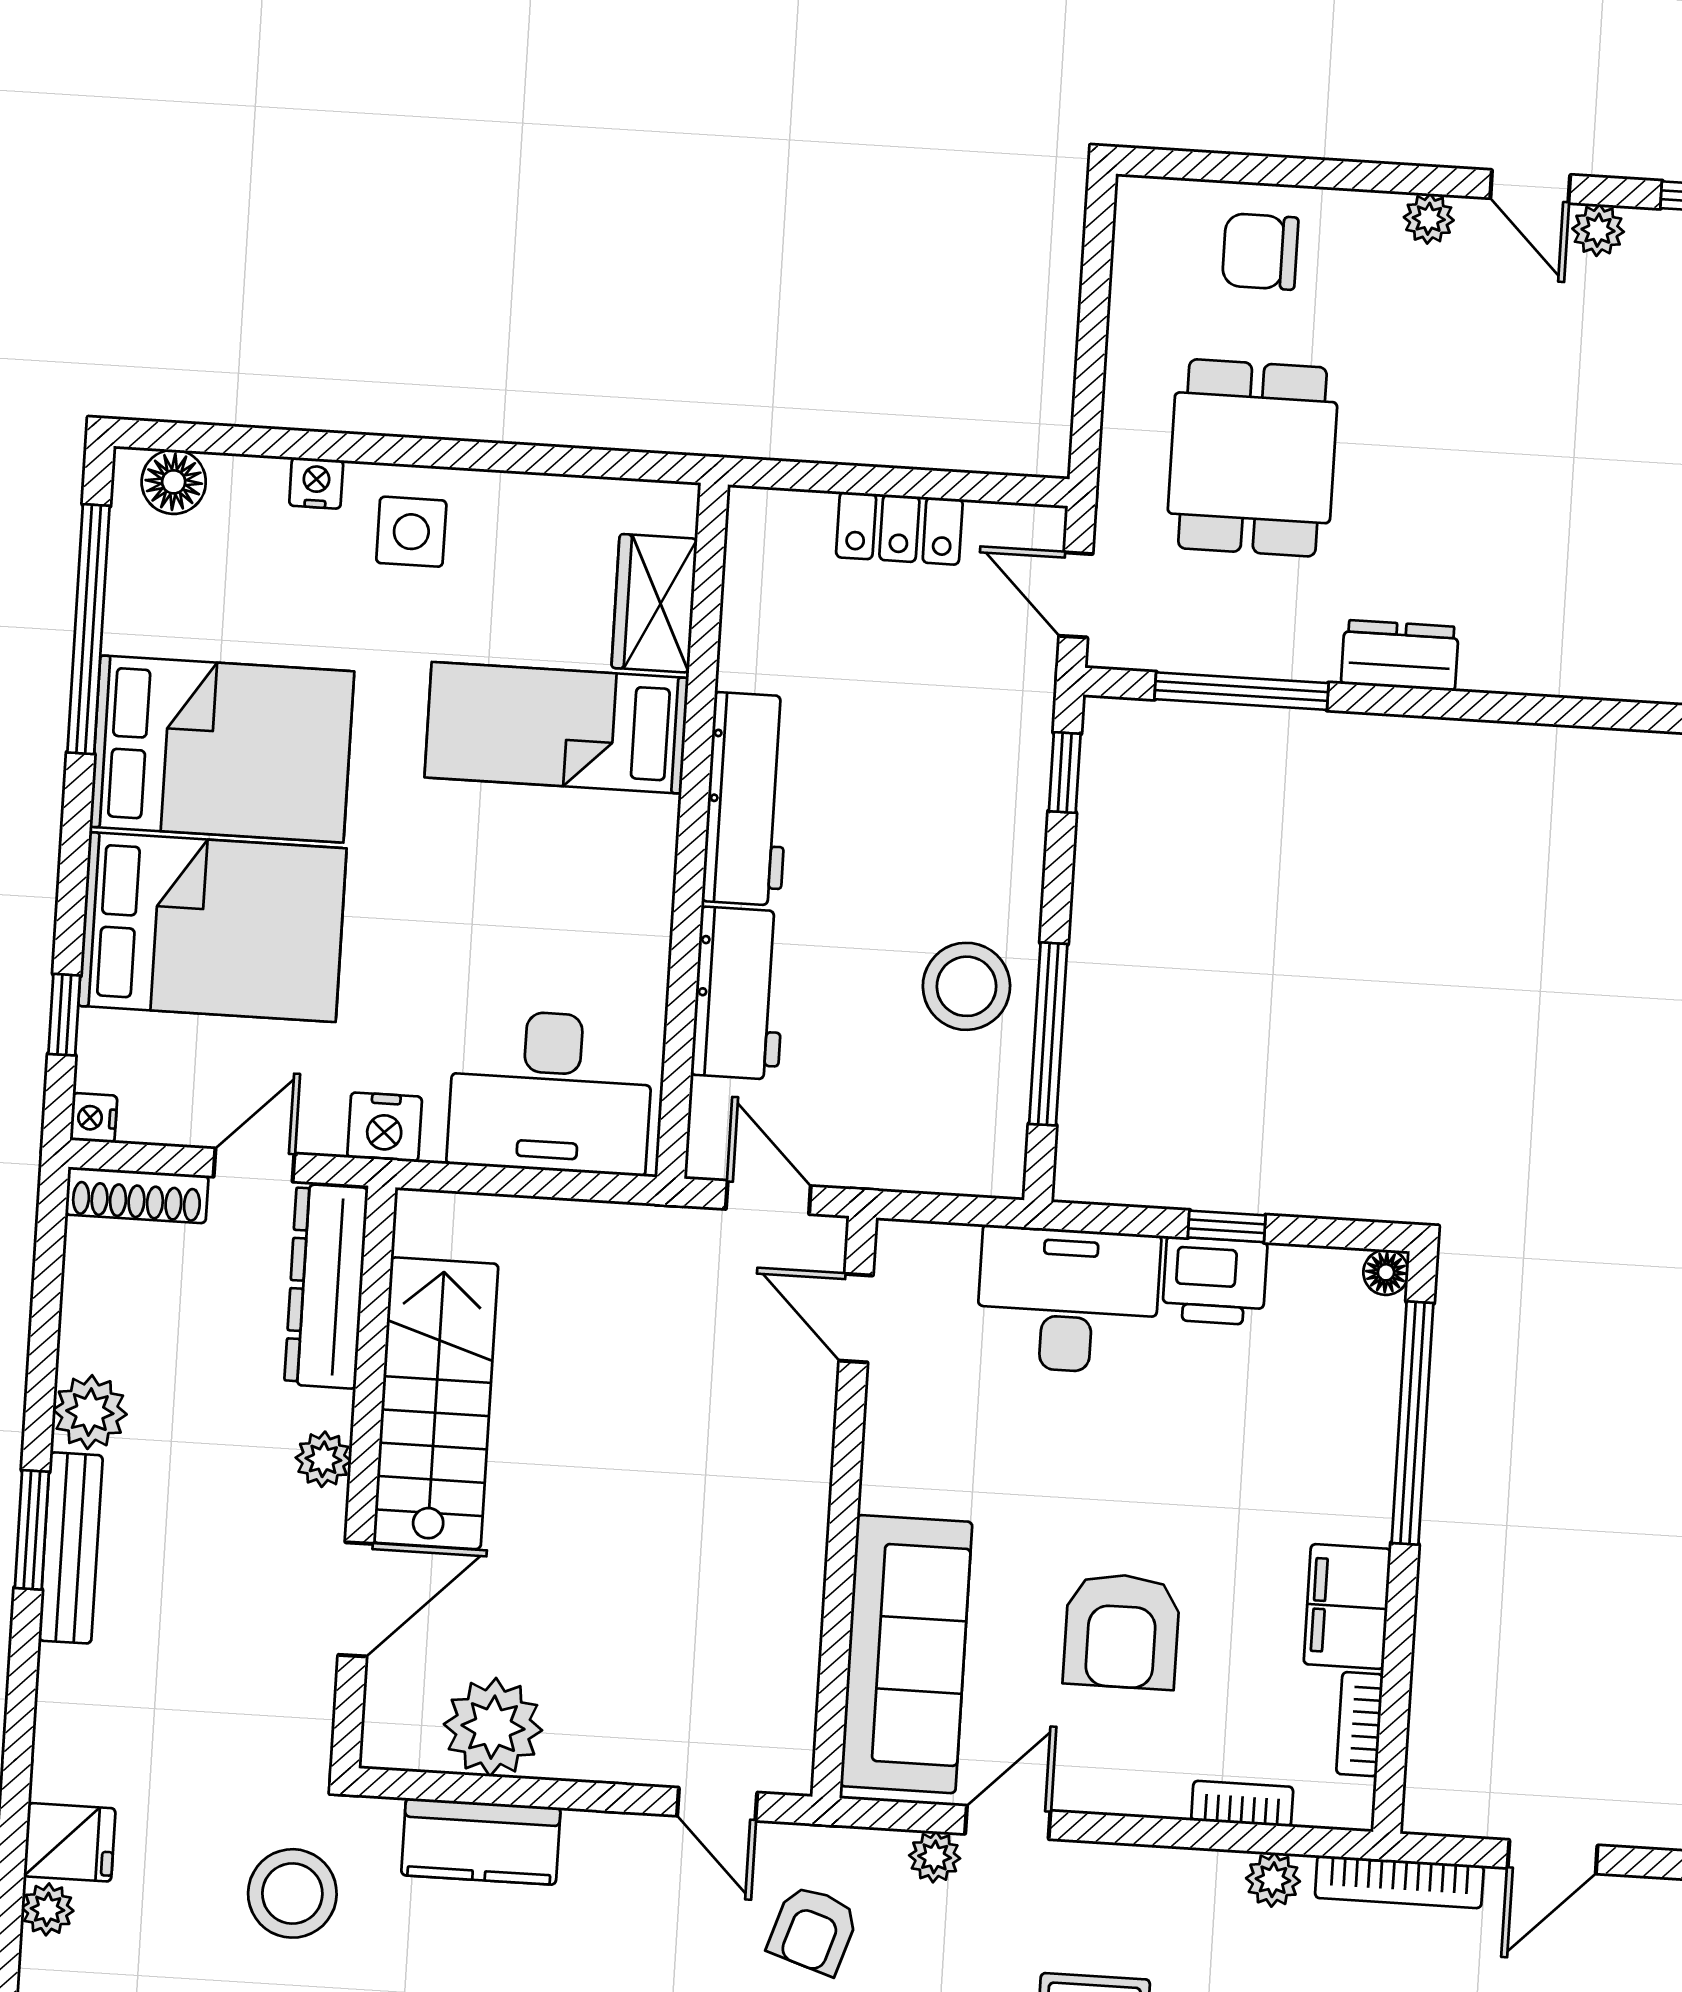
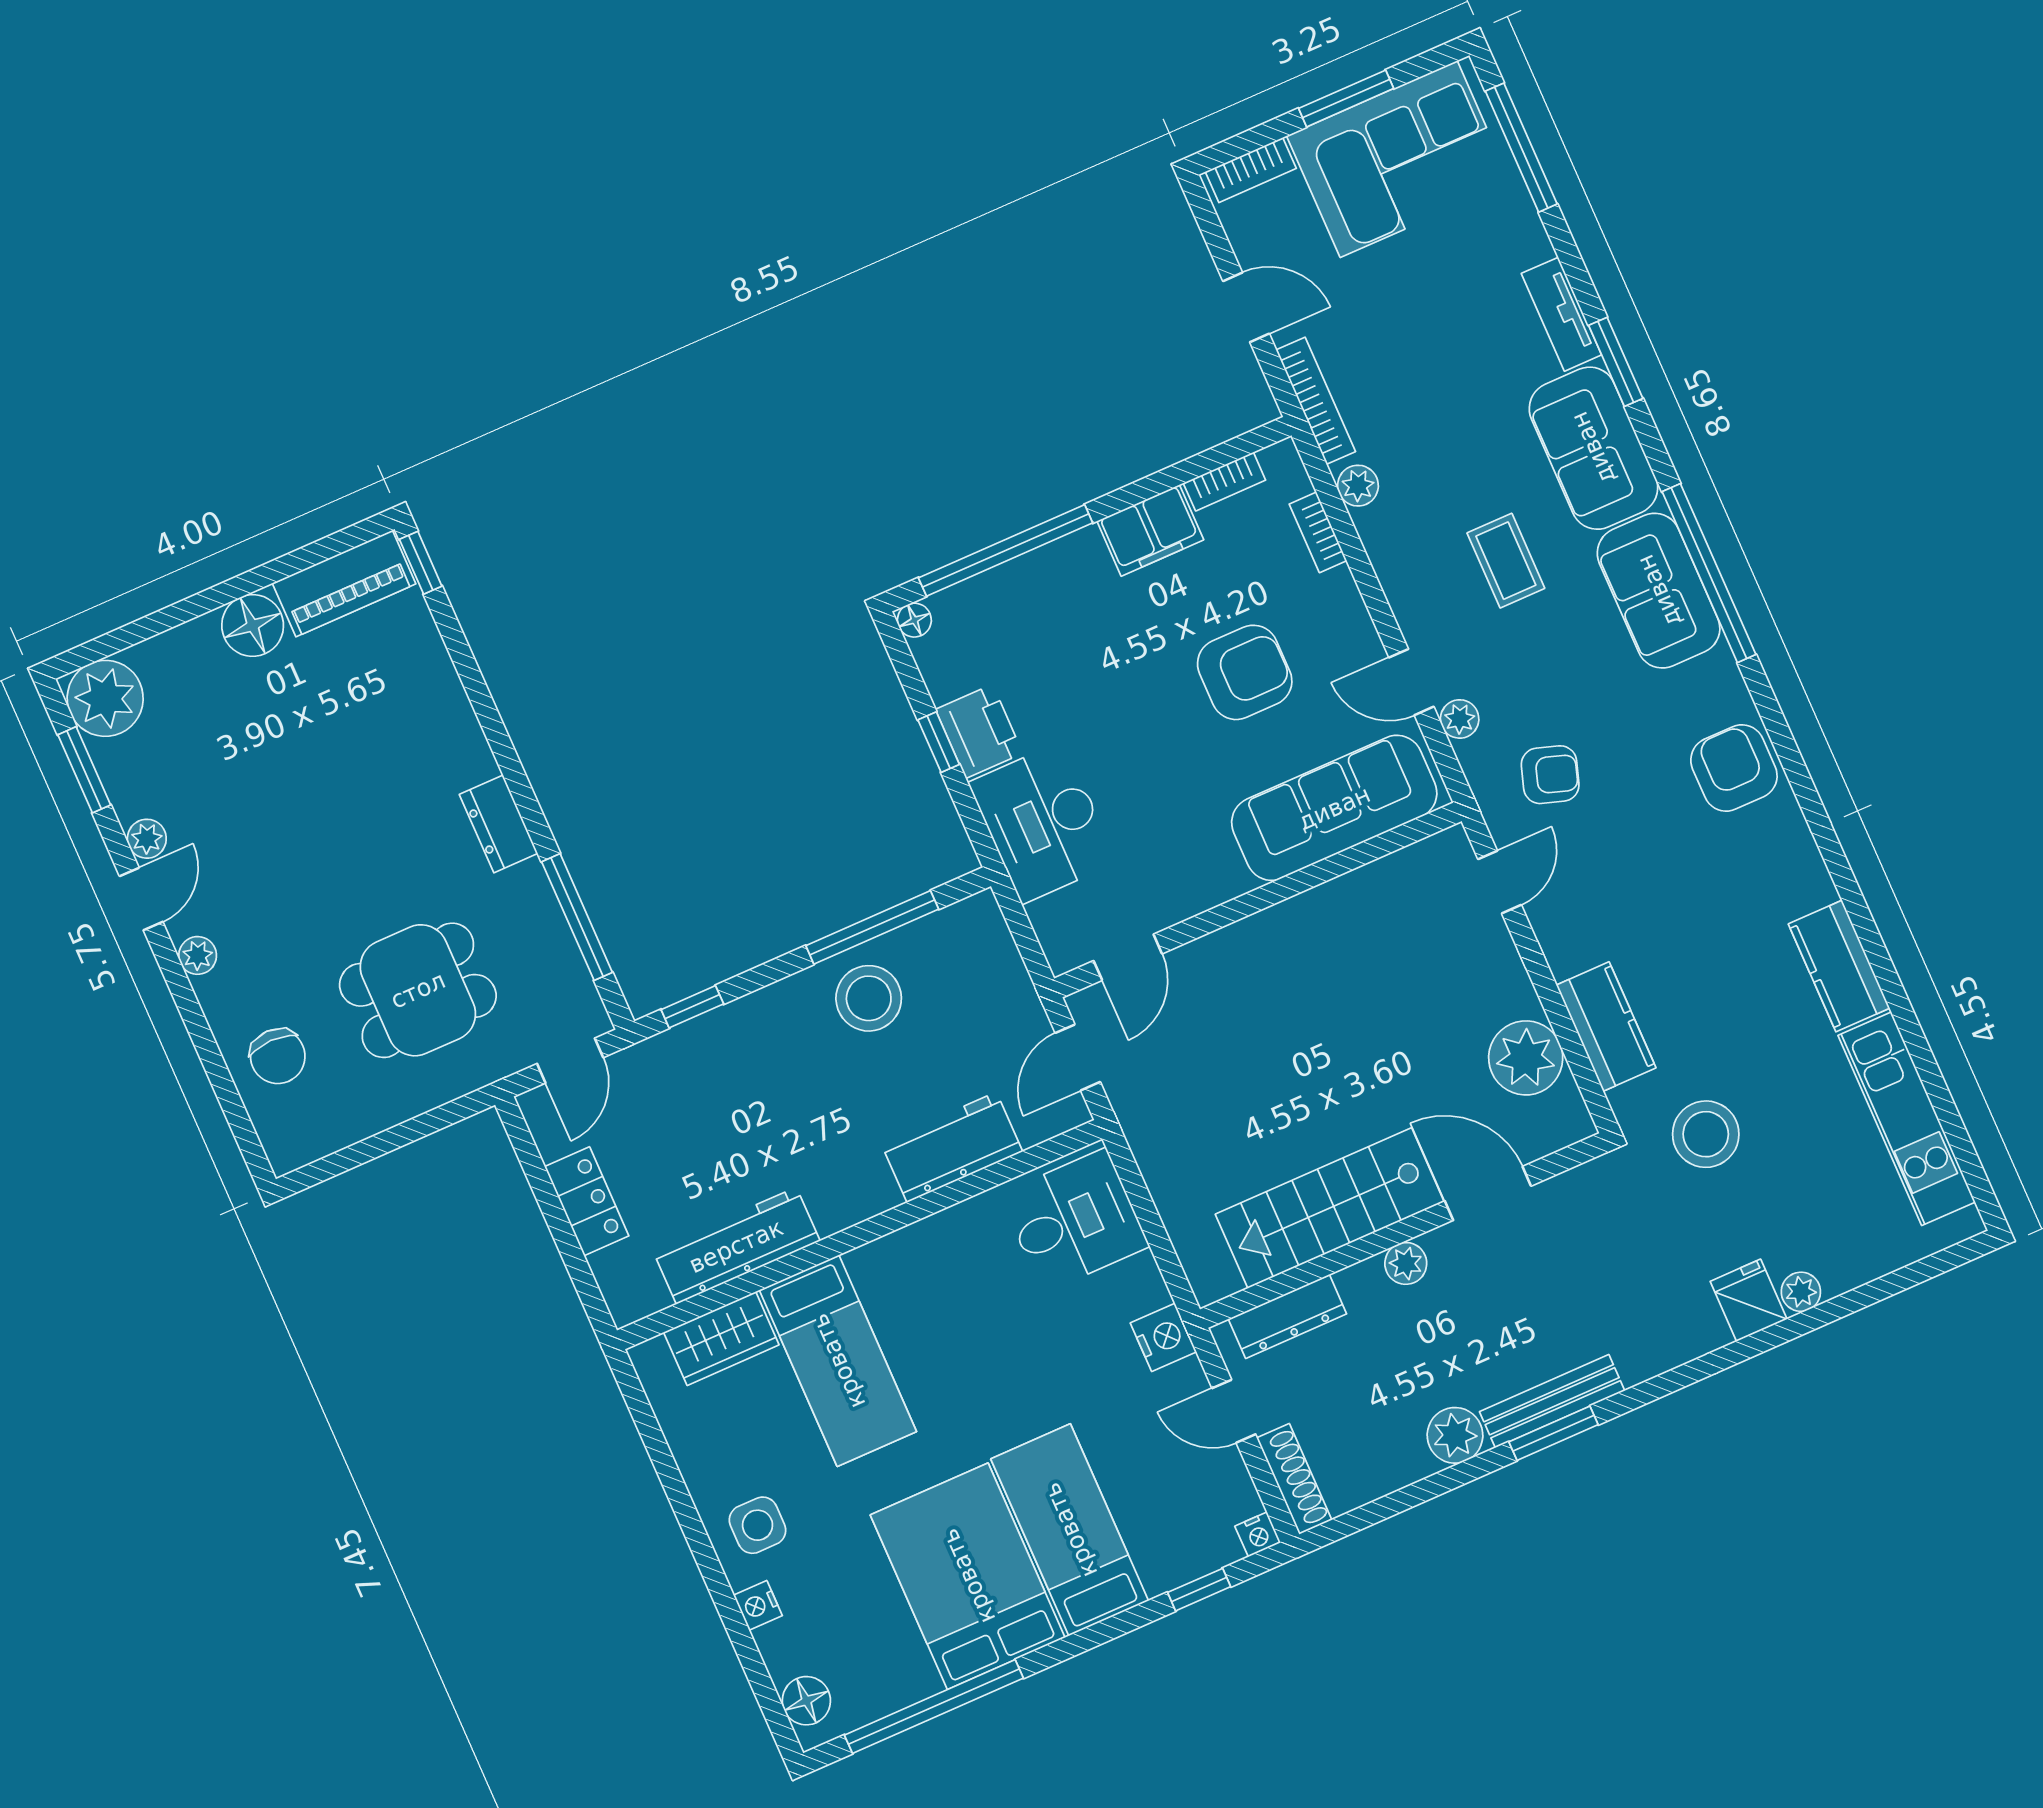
workbench: (747, 799) -> (736, 1246), moved
bed: (212, 927) -> (1070, 1530), width x0.67
desk: (551, 1092) -> (1074, 1220), width x0.73
dresser: (326, 1286) -> (1287, 1316), width x0.73, depth x0.80

